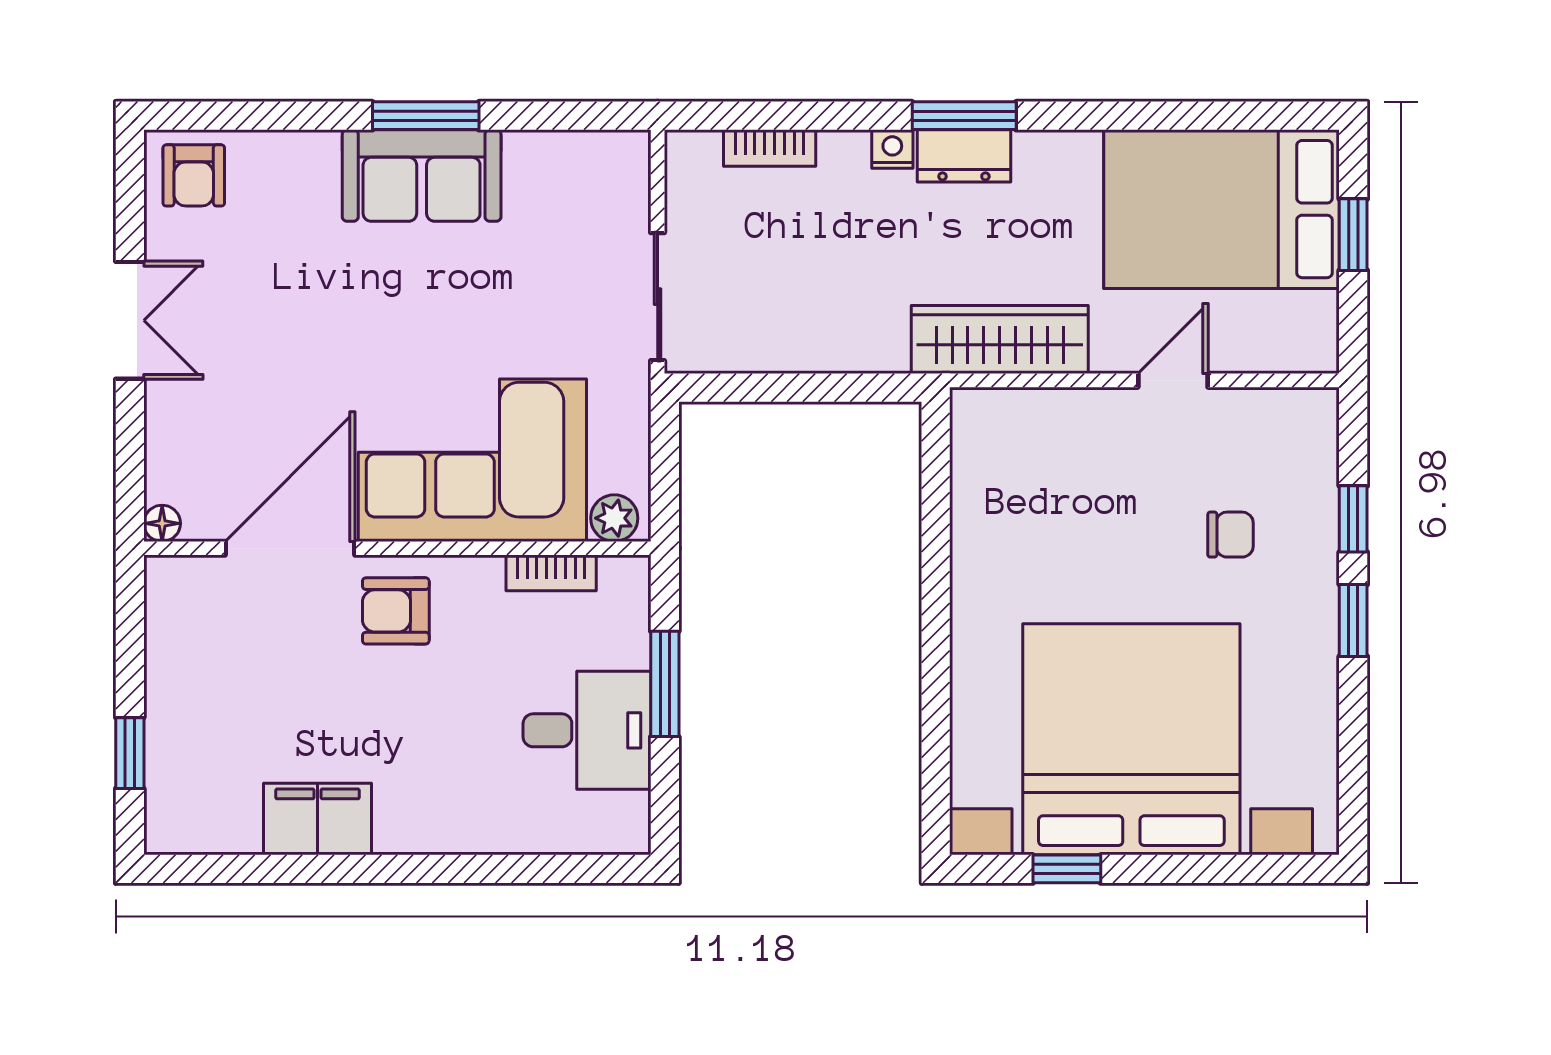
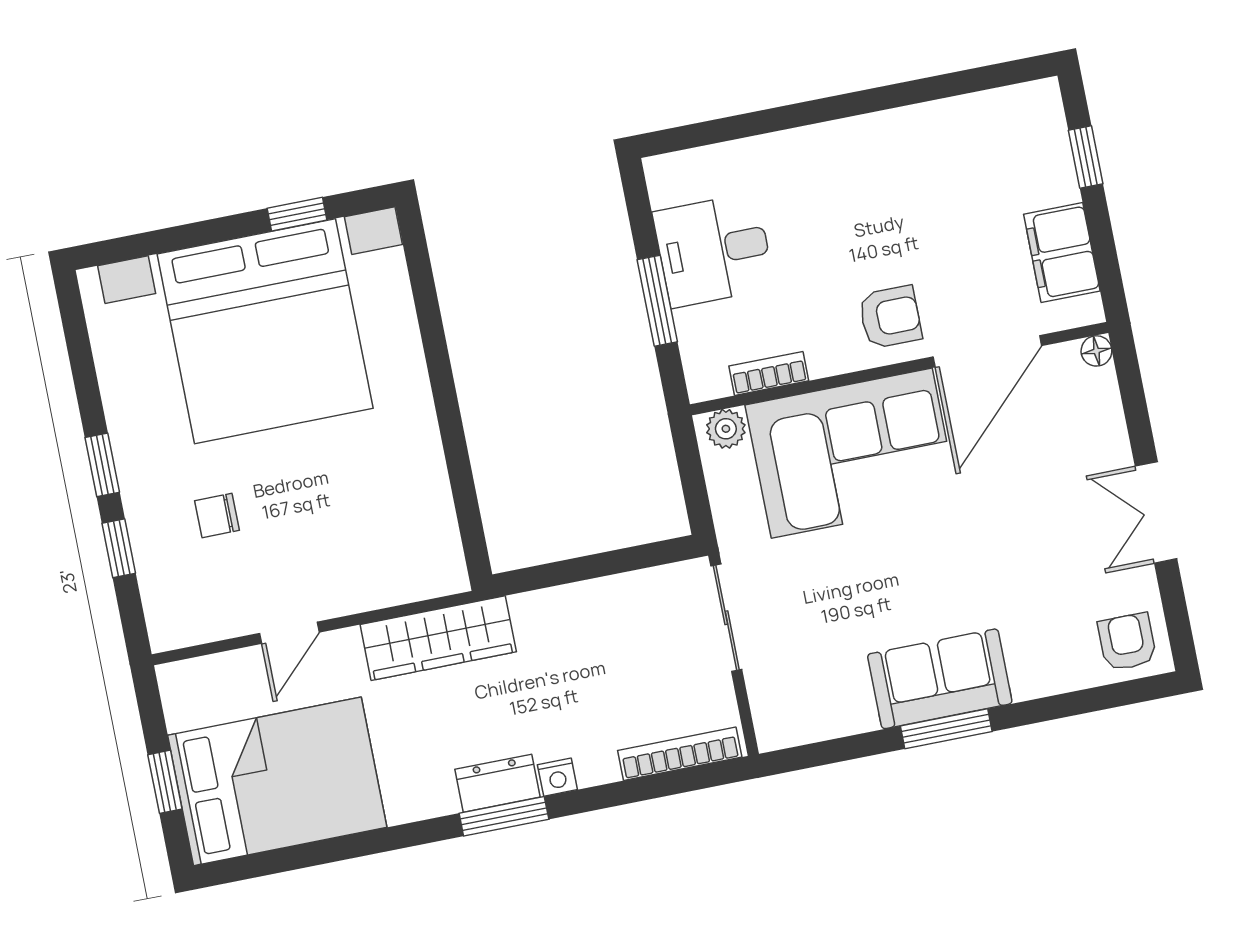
bookcase: (770, 148) -> (680, 754), width x1.56
filing cabinet: (318, 819) -> (1062, 253), moved, turned 90

